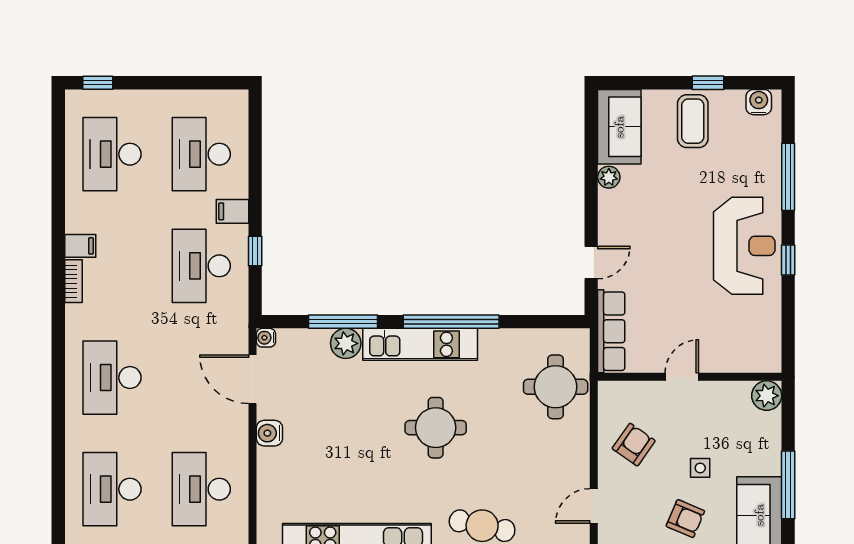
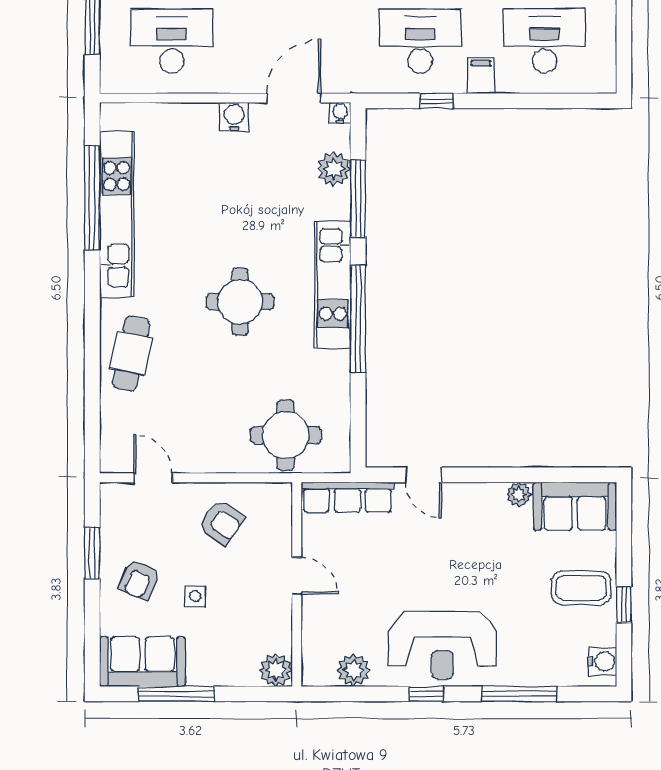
plant: (767, 326) -> (354, 670), added
plant: (346, 343) -> (334, 169), moved

